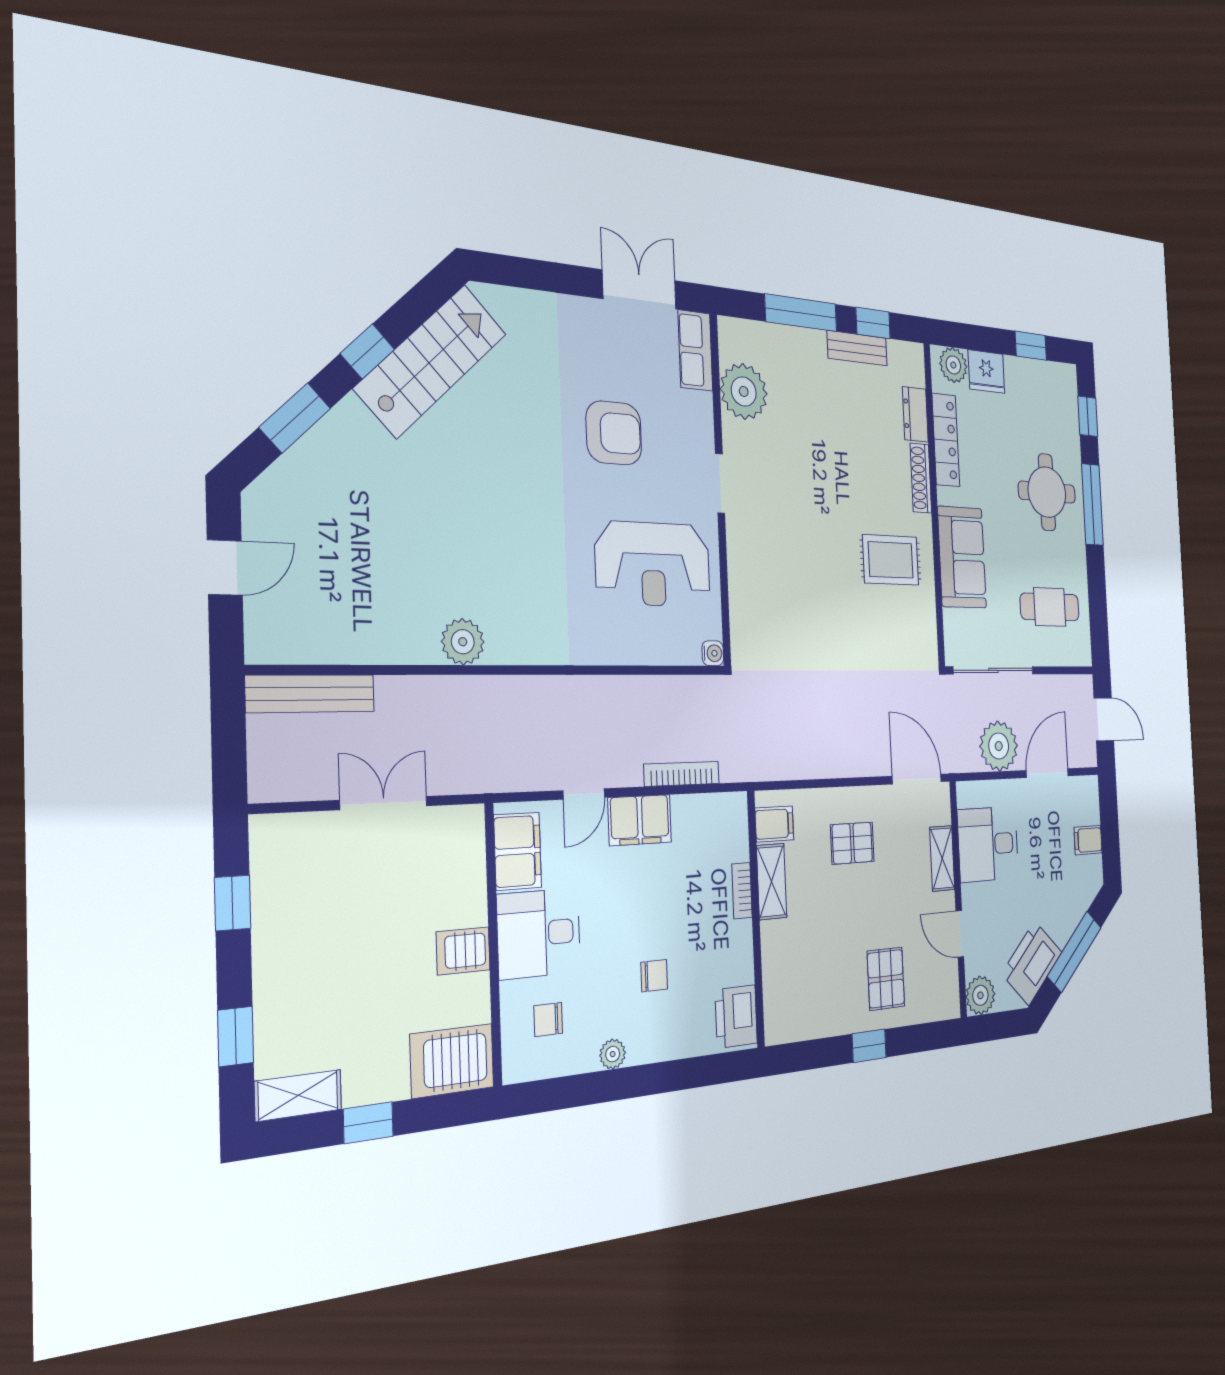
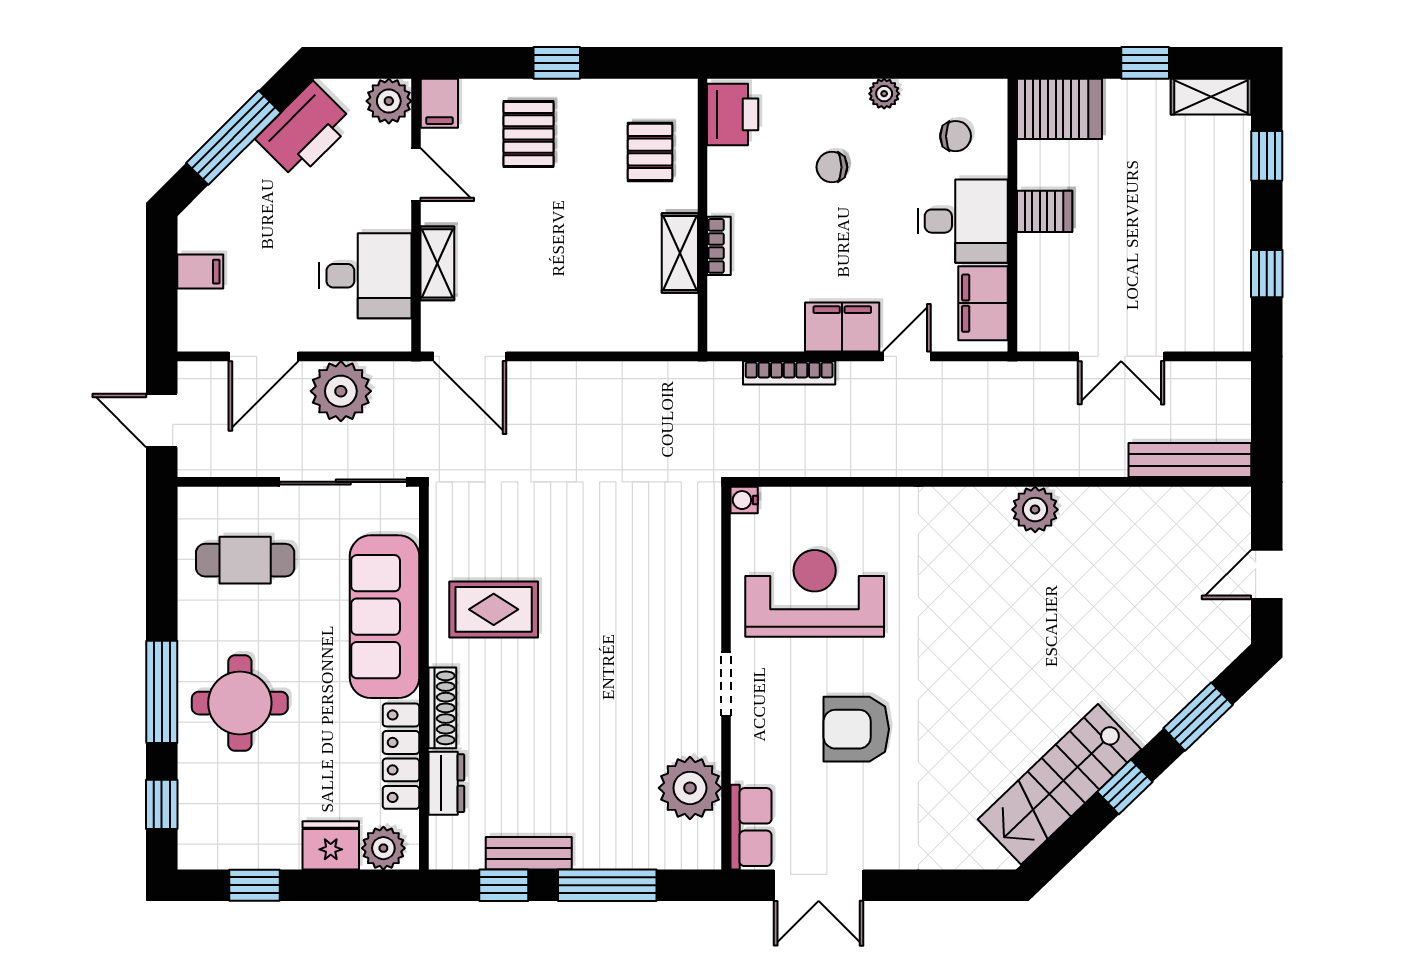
sofa: (962, 557) -> (385, 617), width x1.36
filing cabinet: (774, 824) -> (439, 103), moved, turned -90
pallet: (852, 843) -> (650, 152), moved, turned 90

